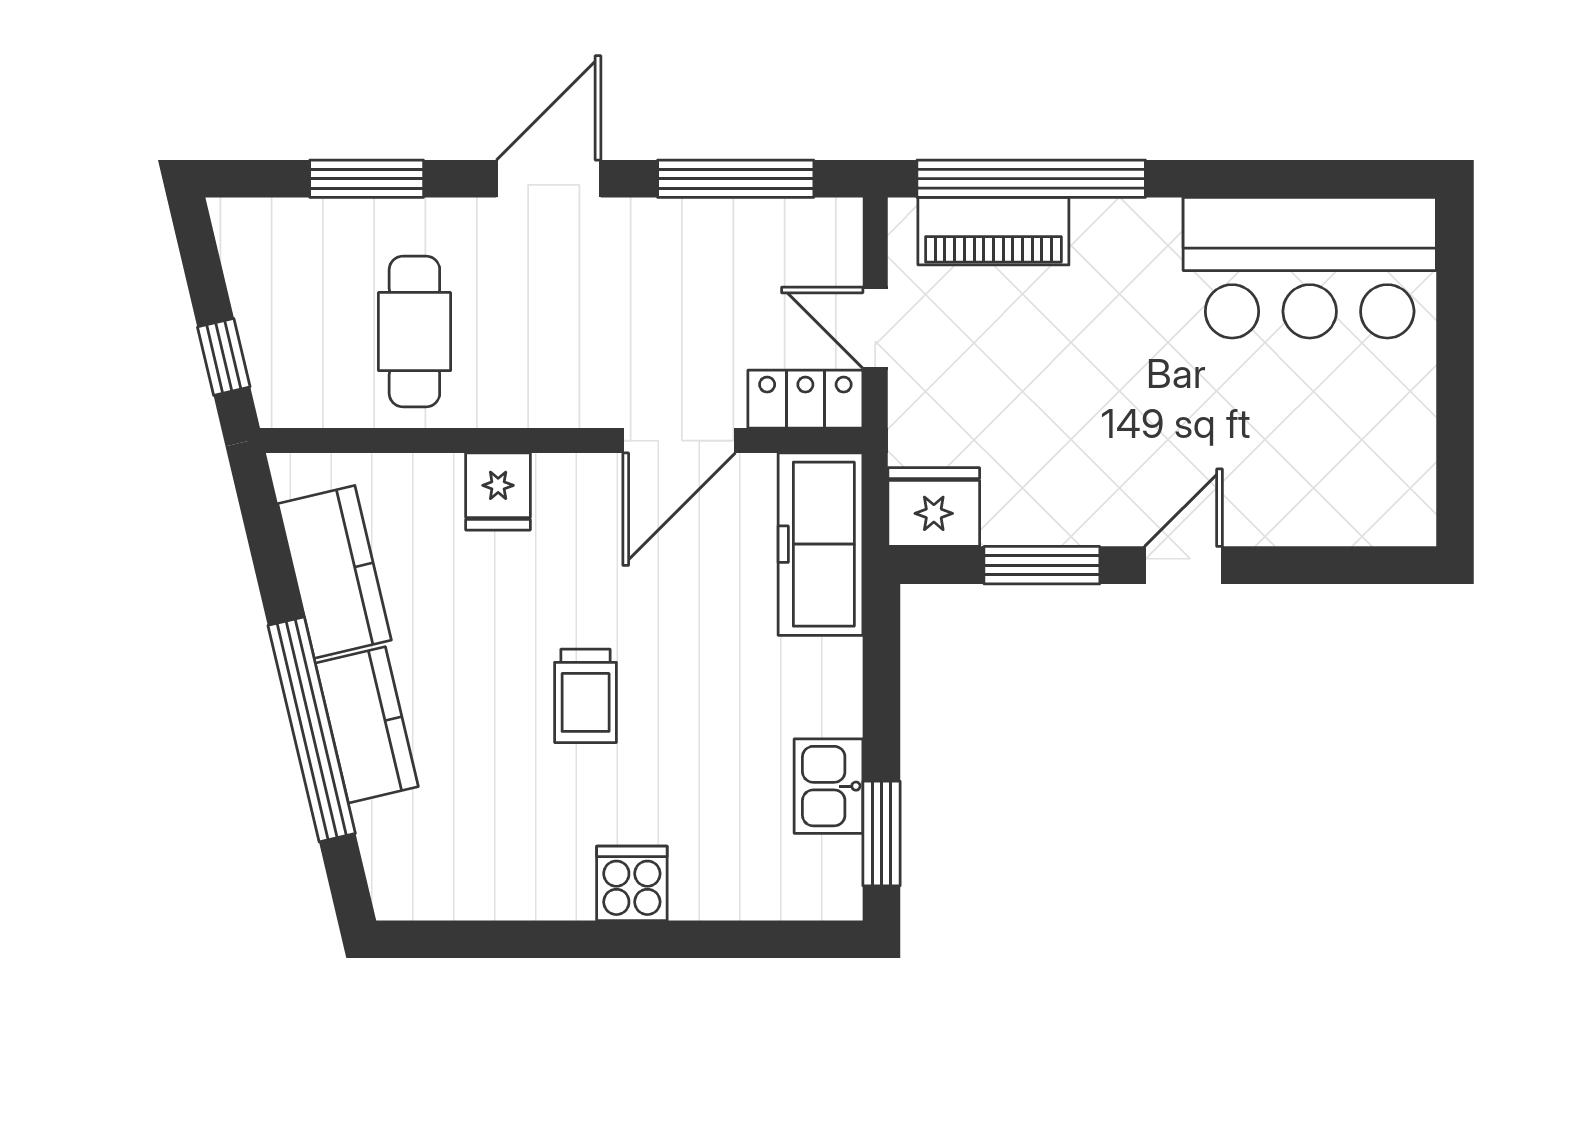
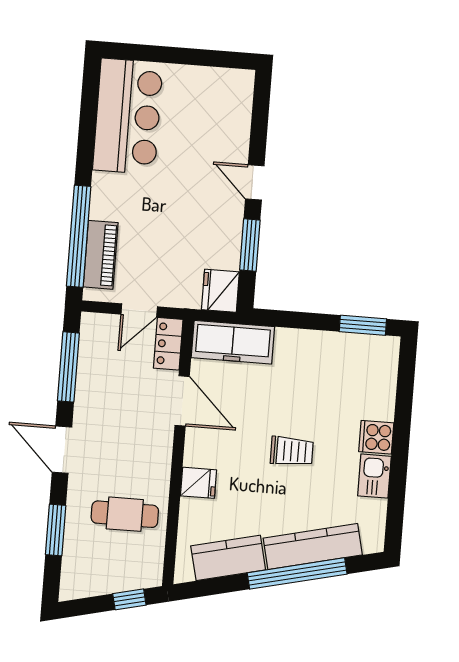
kitchen counter: (367, 725) -> (313, 547), width x1.50
kitchen sink: (828, 786) -> (374, 476), moved, turned 90

